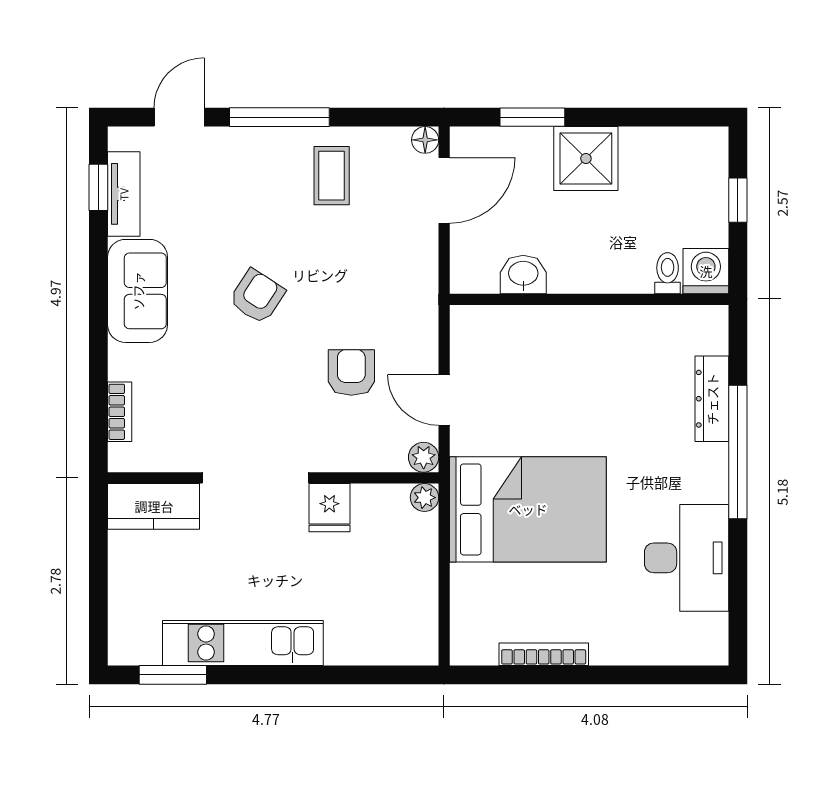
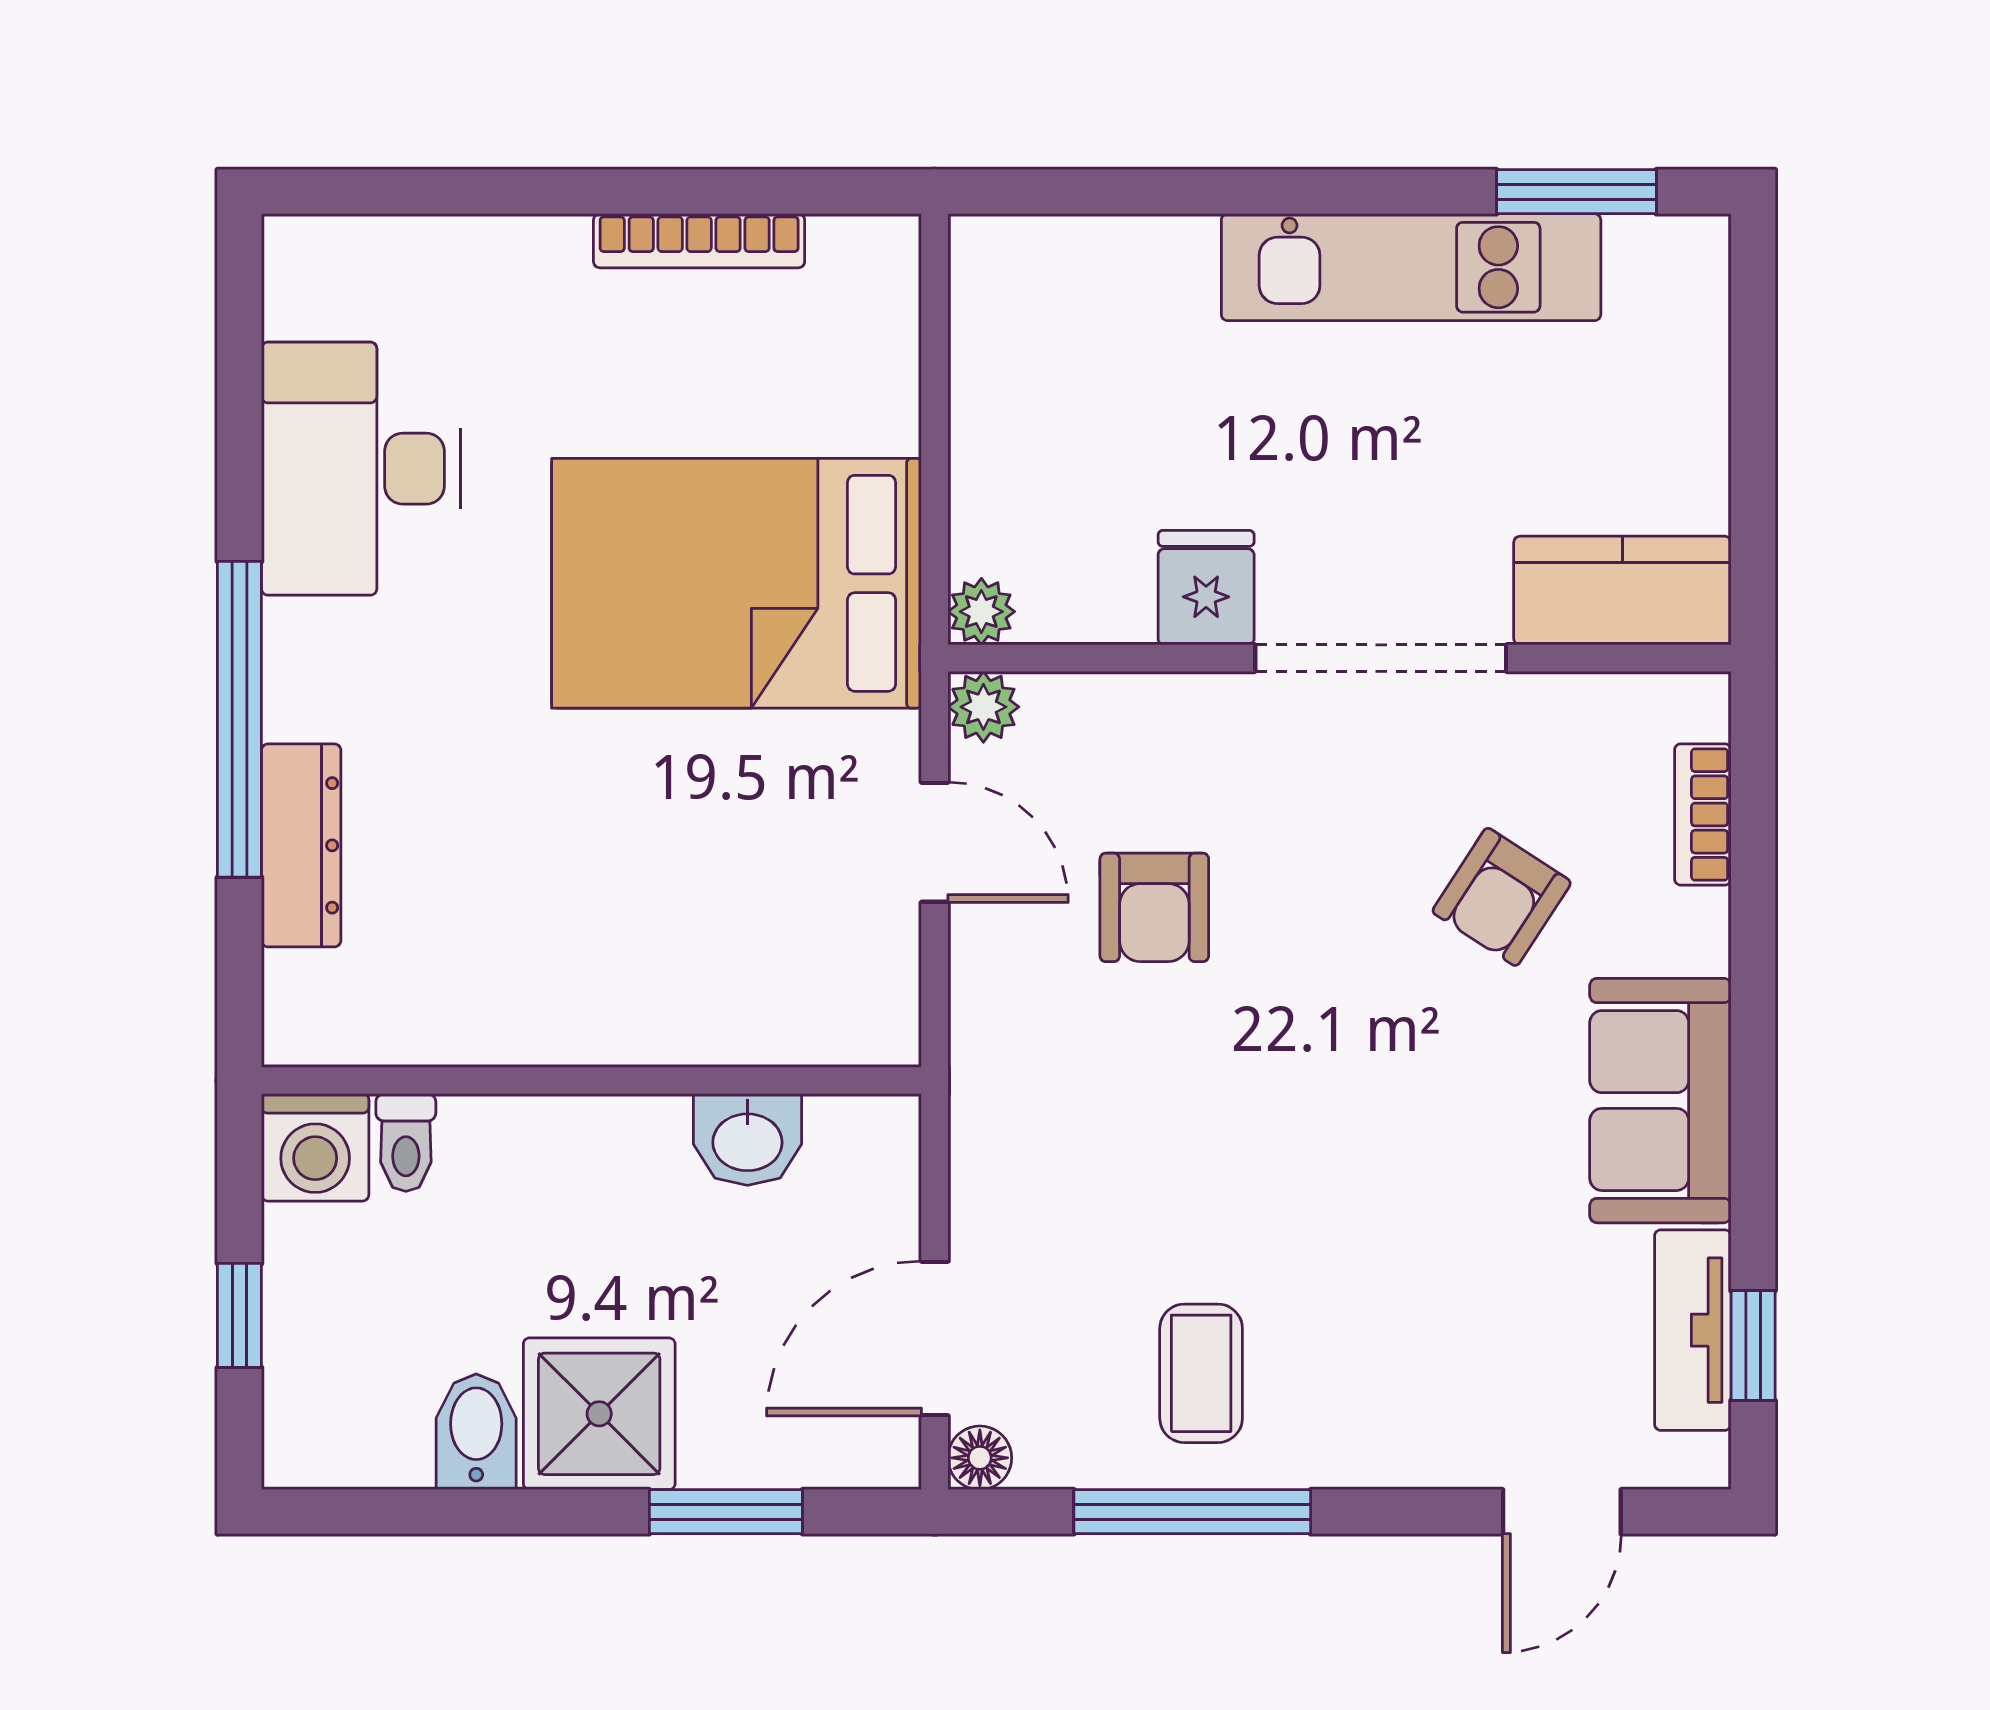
window: (279, 117) -> (1192, 1512), moved
bidet: (638, 151) -> (476, 1432), added
armchair: (257, 296) -> (1502, 897), moved

